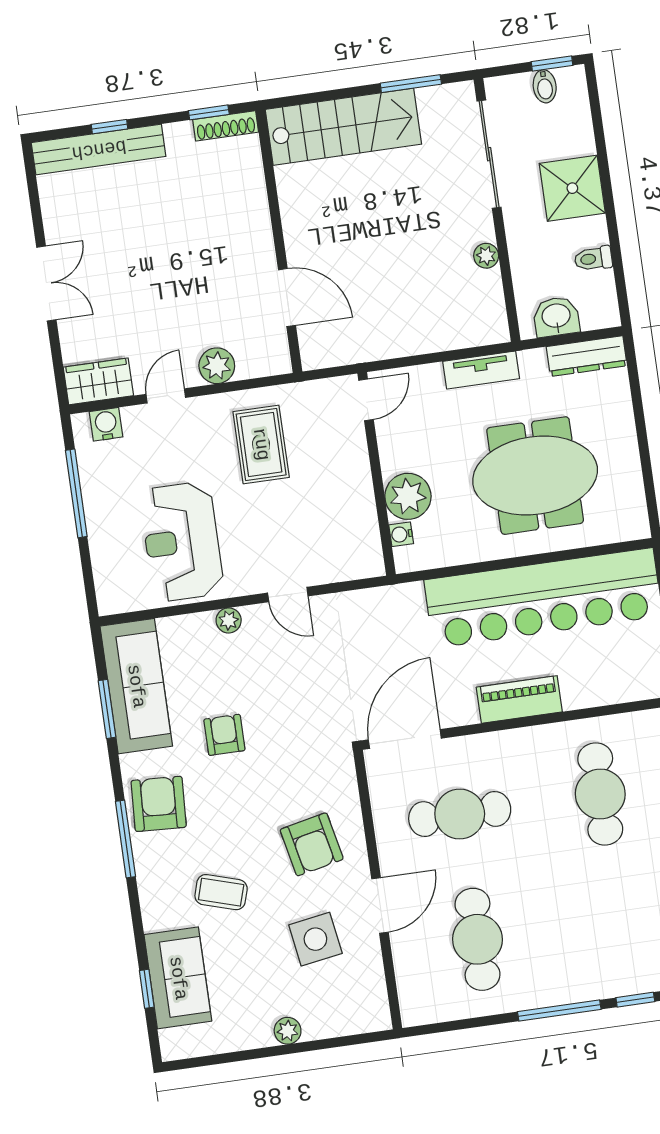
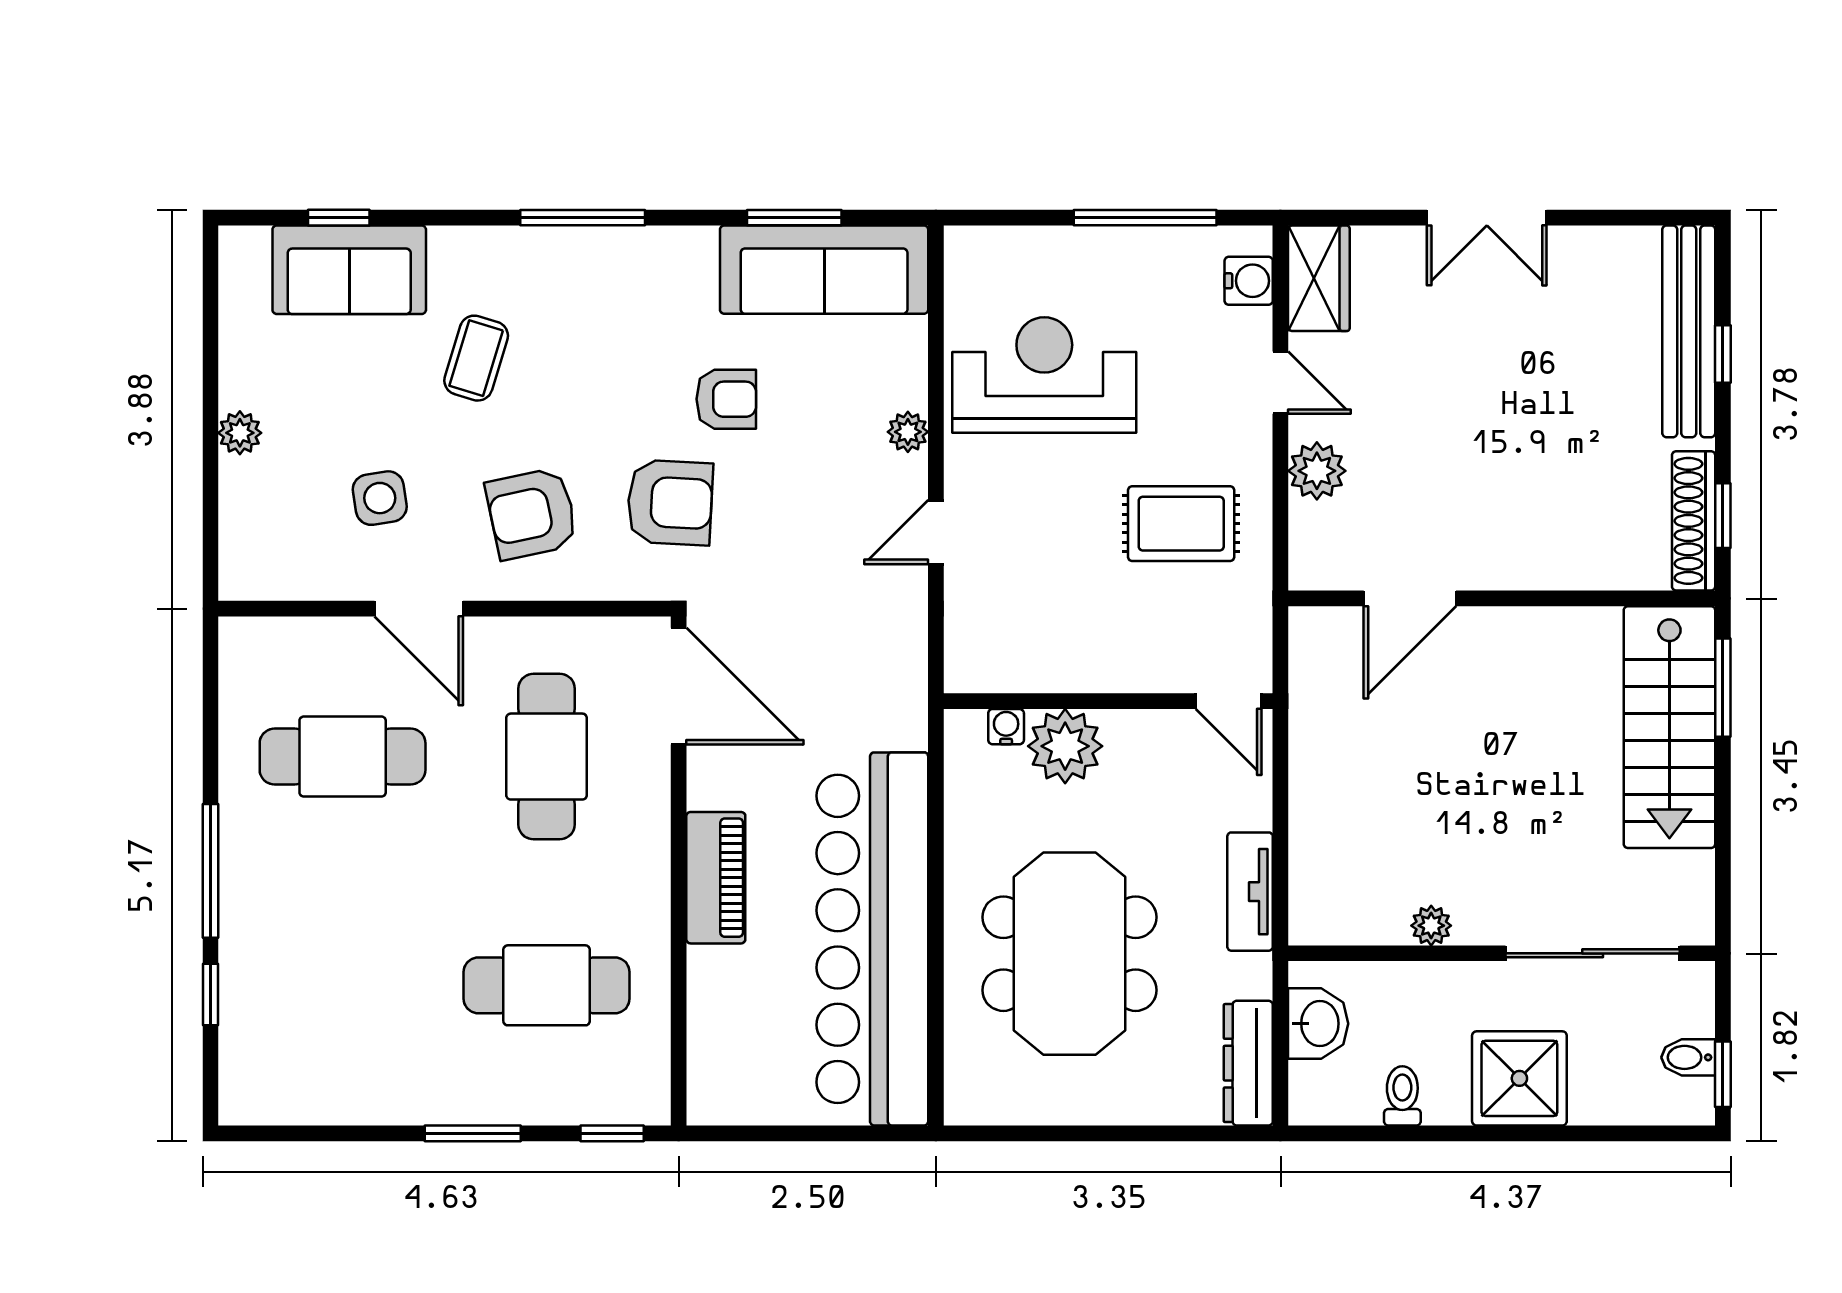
window: (411, 84) -> (1723, 688), moved
shoe rack: (226, 126) -> (1694, 521), width x1.36, depth x1.24
armchair: (159, 804) -> (670, 502), moved
side table: (315, 939) -> (380, 498), width x0.73, depth x0.73

